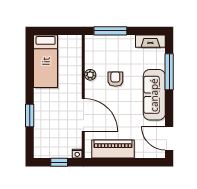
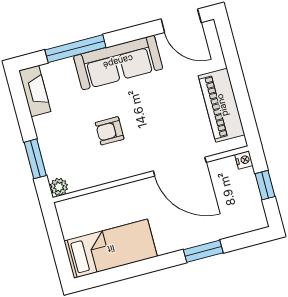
window: (110, 31) -> (35, 159), width x0.69
plant: (90, 75) -> (59, 187), moved
door: (83, 115) -> (180, 167), swing flipped
door: (169, 138) -> (181, 21), hinge flipped

